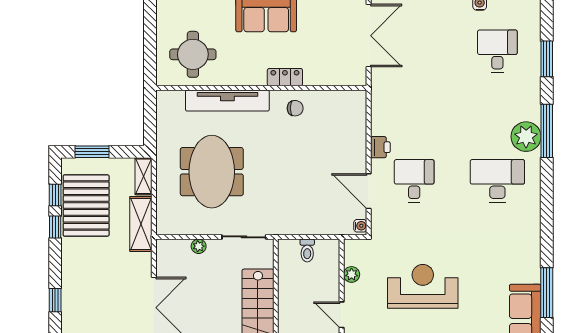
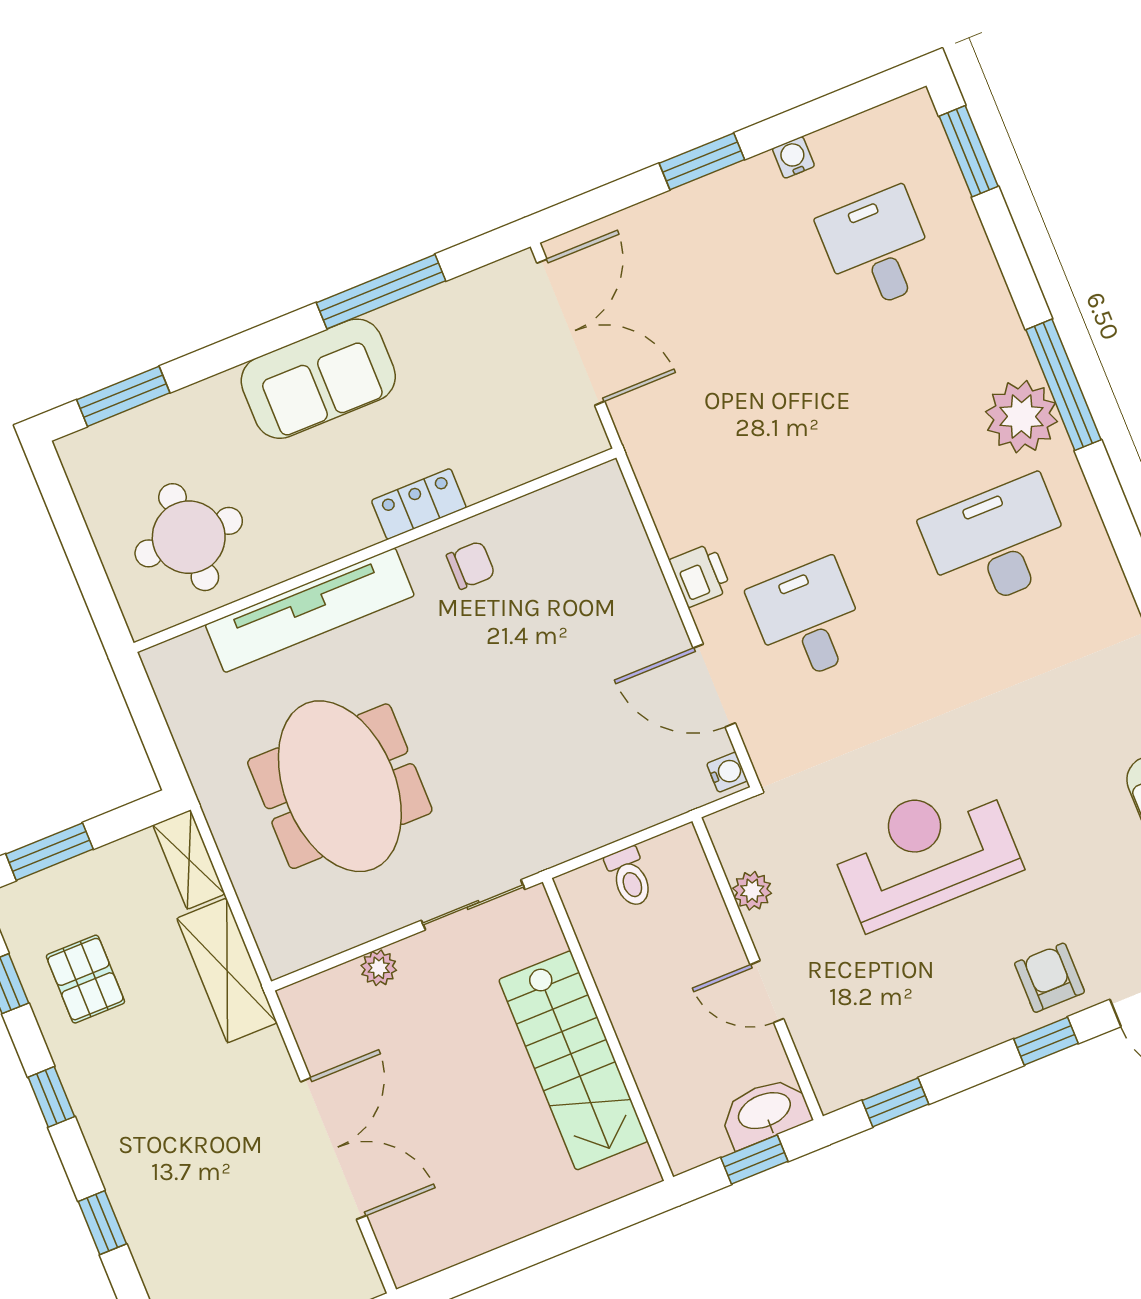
window: (547, 59) -> (969, 151), moved
pallet: (86, 205) -> (85, 979), width x0.49, depth x0.50
window: (55, 227) -> (51, 1097), moved

